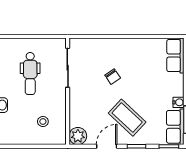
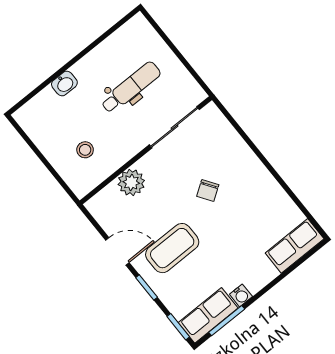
dental chair: (30, 74) -> (131, 87), turned 180
coffee table: (127, 118) -> (172, 248), turned 47
plant: (78, 136) -> (131, 182), moved

